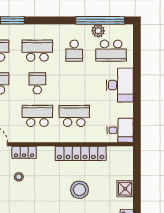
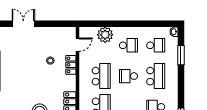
school desk: (37, 83) -> (128, 76), turned 180

